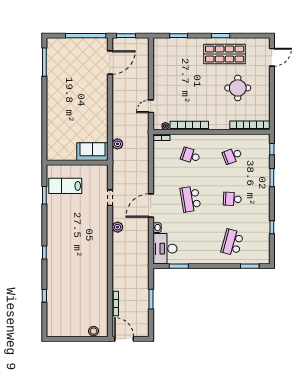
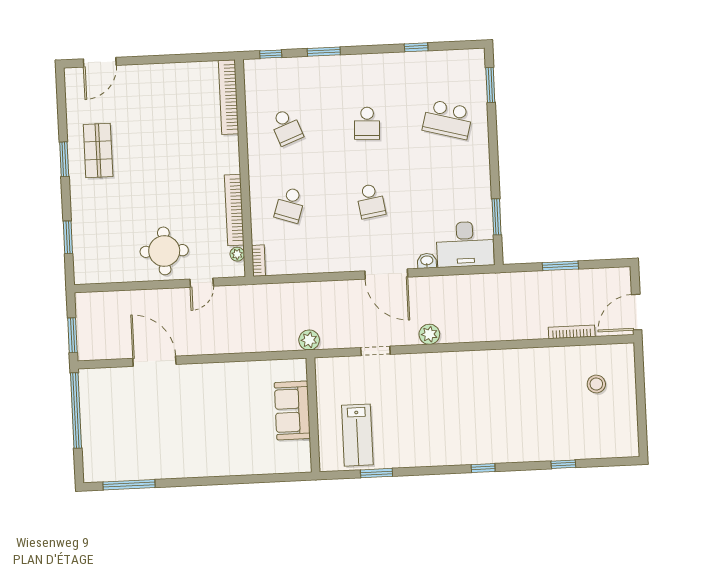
shop shelf: (225, 54) -> (98, 150), width x0.70, depth x0.74
door: (272, 57) -> (100, 62), swing flipped
door: (110, 63) -> (154, 361), moved
round table: (238, 88) -> (164, 251), moved
door: (151, 106) -> (202, 283), hinge flipped
plant: (117, 144) -> (309, 340), moved
sofa: (92, 152) -> (292, 411), moved
school desk: (191, 199) -> (371, 201), width x0.54
stool: (94, 331) -> (596, 384), moved

